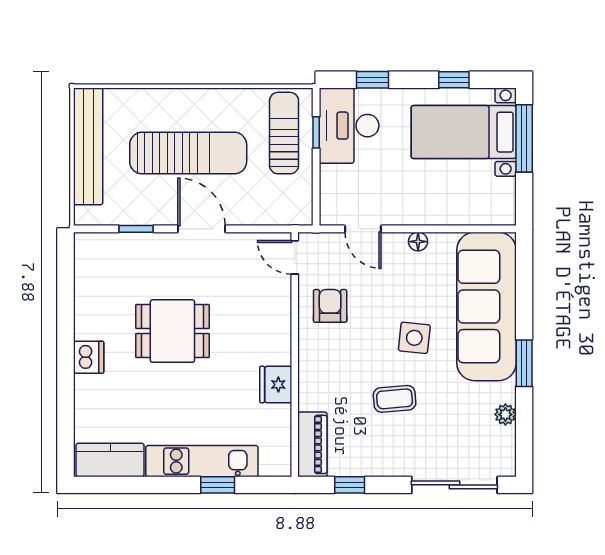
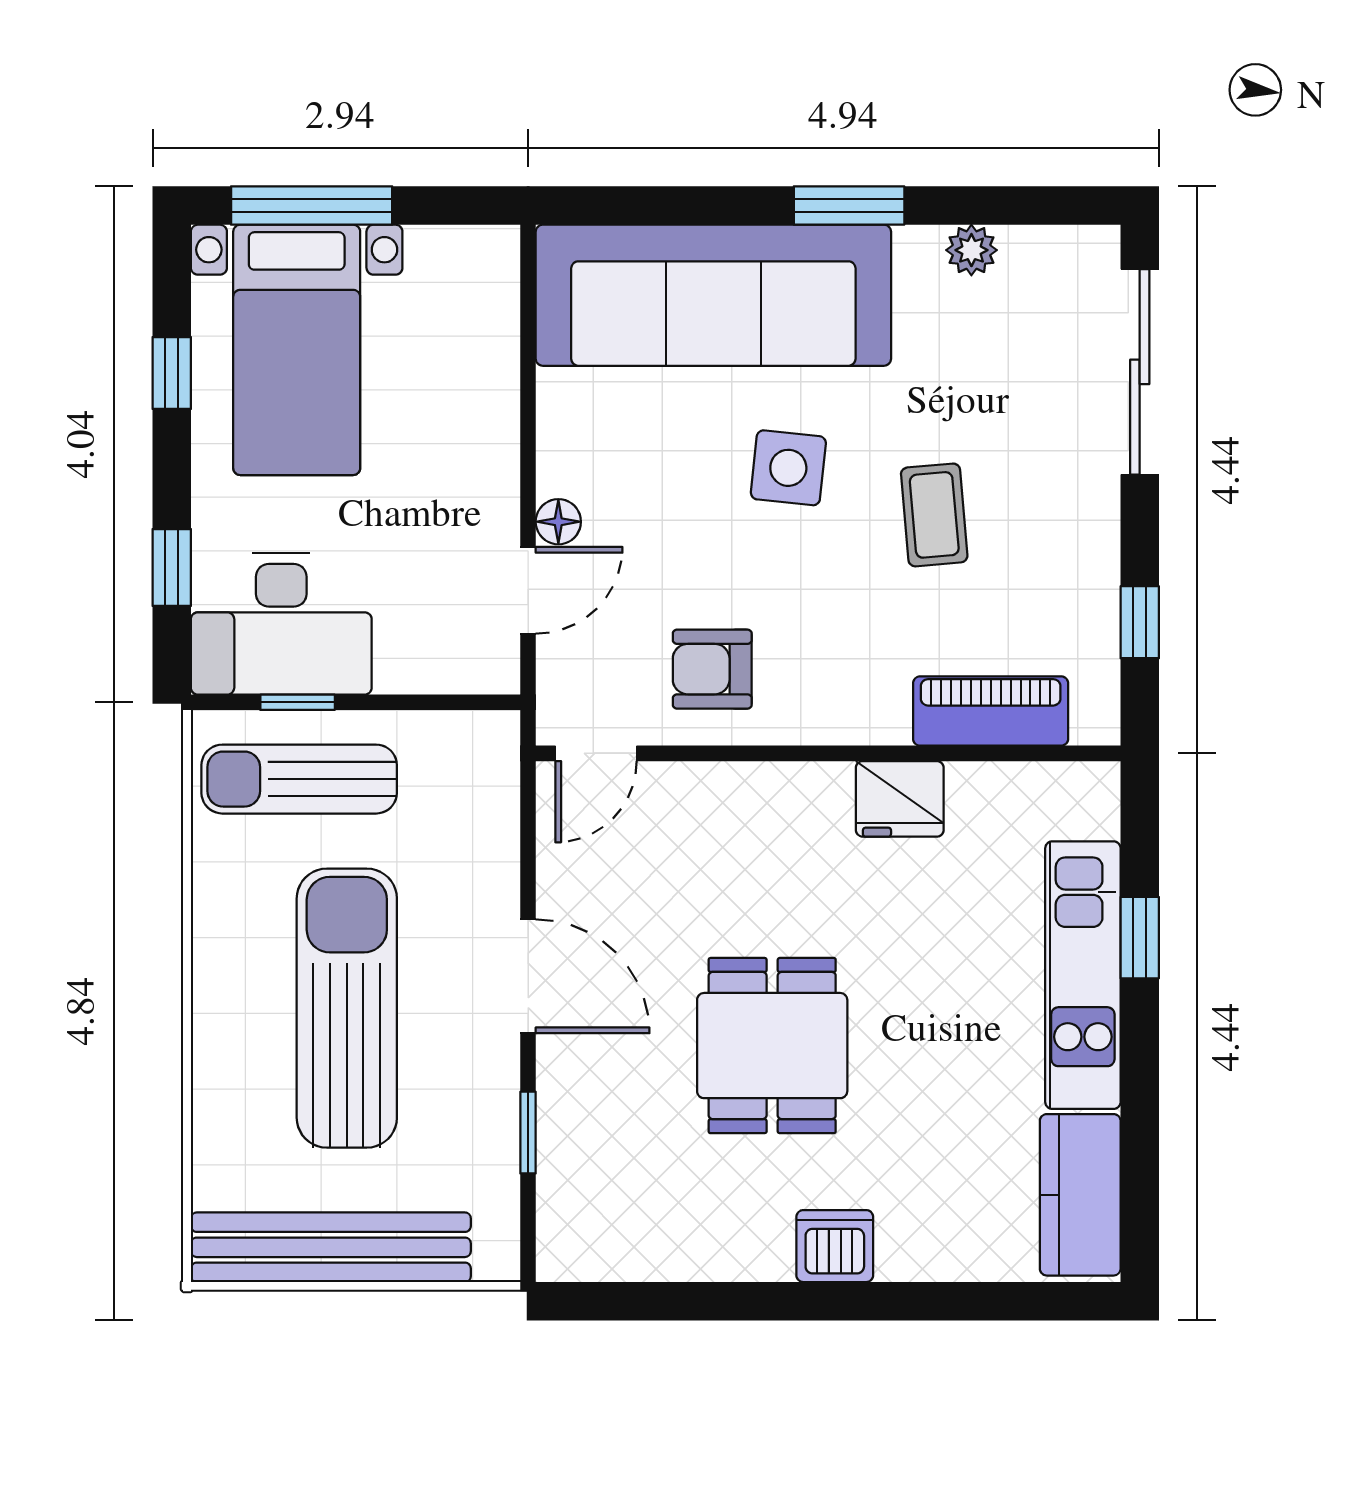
door: (201, 229) -> (528, 976), swing flipped
floor lamp: (418, 242) -> (558, 522), moved
piano: (312, 444) -> (991, 711), moved

